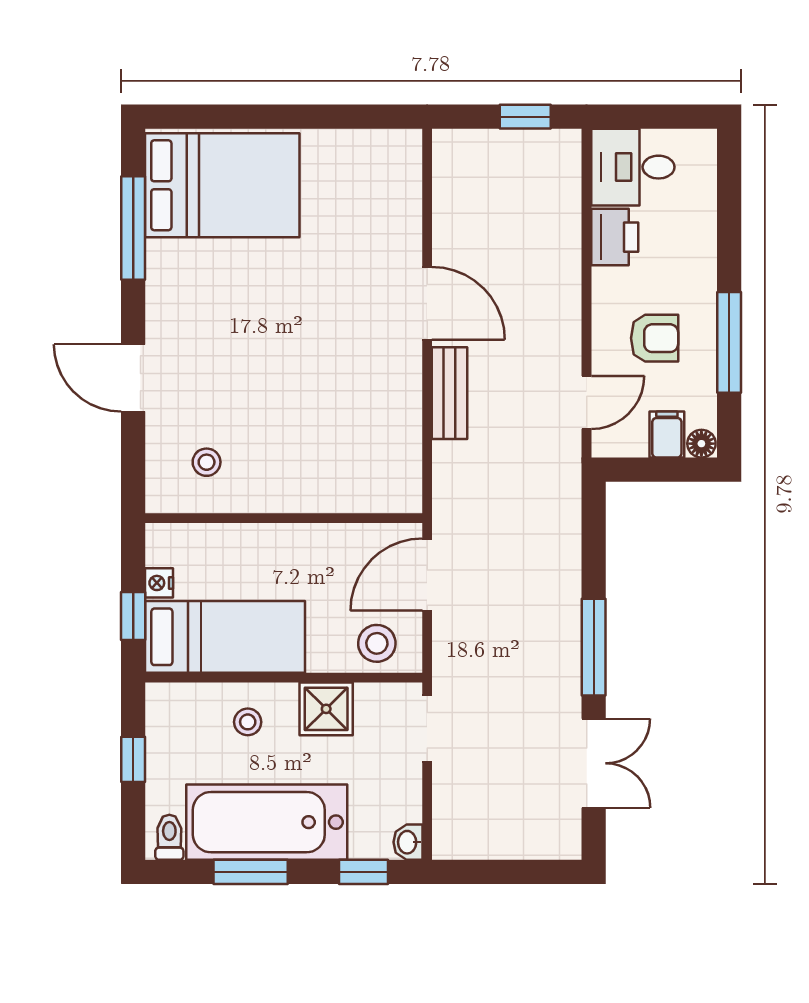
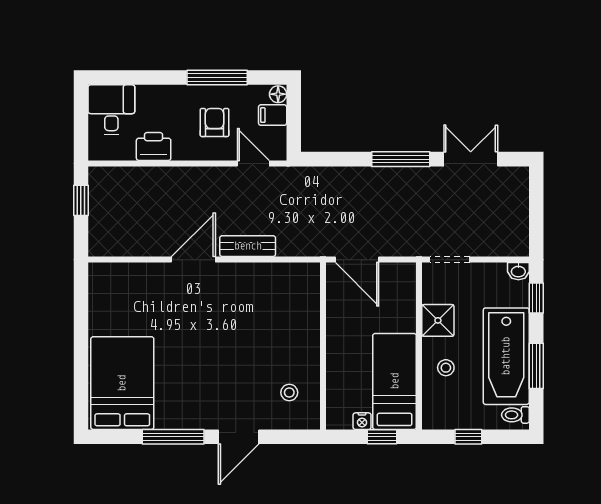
desk: (633, 167) -> (111, 110), moved, turned 180
window: (133, 228) -> (173, 437), moved
stool: (377, 643) -> (398, 290), removed

